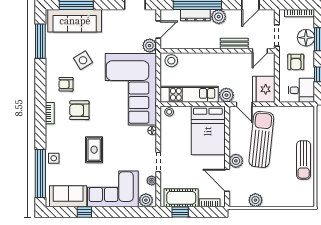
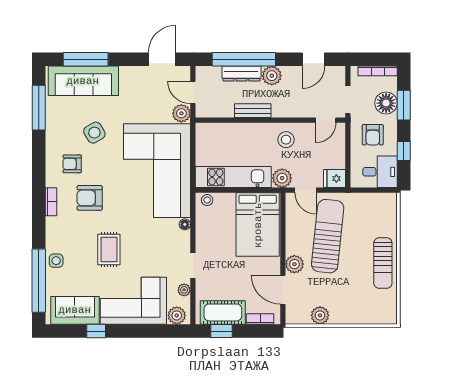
door: (158, 30) -> (193, 92), swing flipped
bench: (234, 44) -> (253, 111), moved
stool: (171, 61) -> (286, 140), moved
fridge: (264, 89) -> (335, 179), width x0.53, depth x0.75

